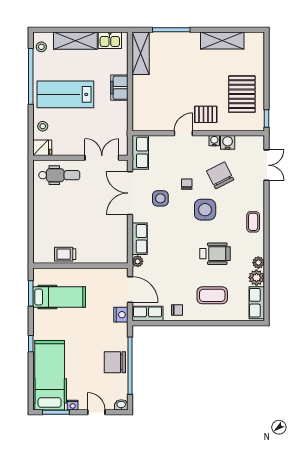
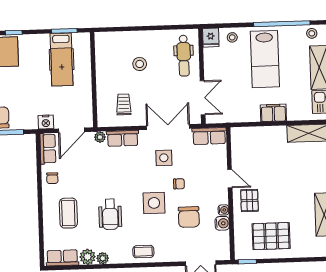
lab bench: (65, 94) -> (265, 59), turned 180
chair: (220, 175) -> (189, 217), turned 117
stool: (66, 219) -> (140, 64), added
trolley: (65, 254) -> (124, 104), moved

